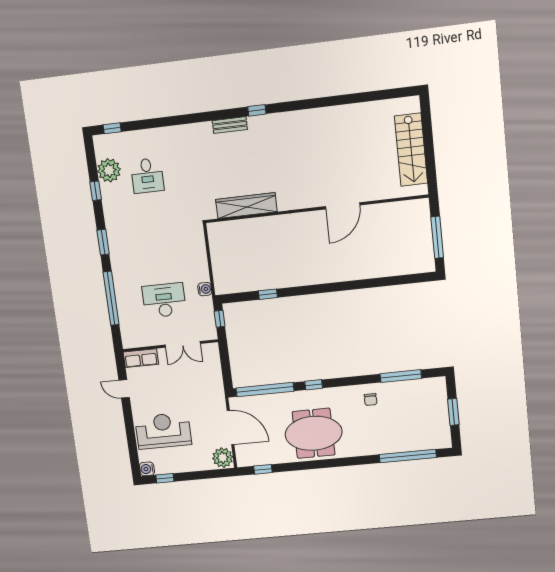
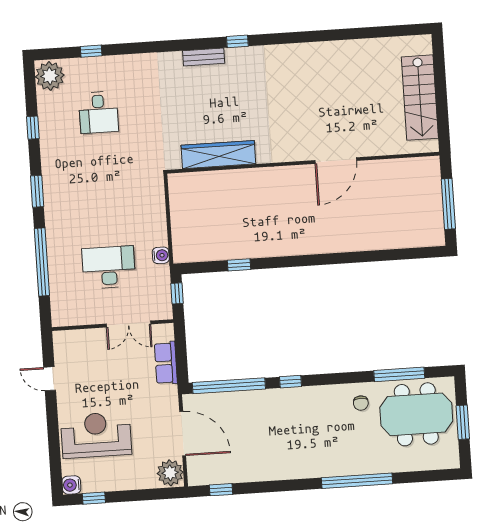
window: (112, 128) -> (91, 51), moved
plant: (109, 170) -> (50, 76), moved
row of seats: (141, 358) -> (166, 363), moved, turned 90
meeting table: (314, 433) -> (416, 414), moved
window: (408, 456) -> (357, 481), moved

